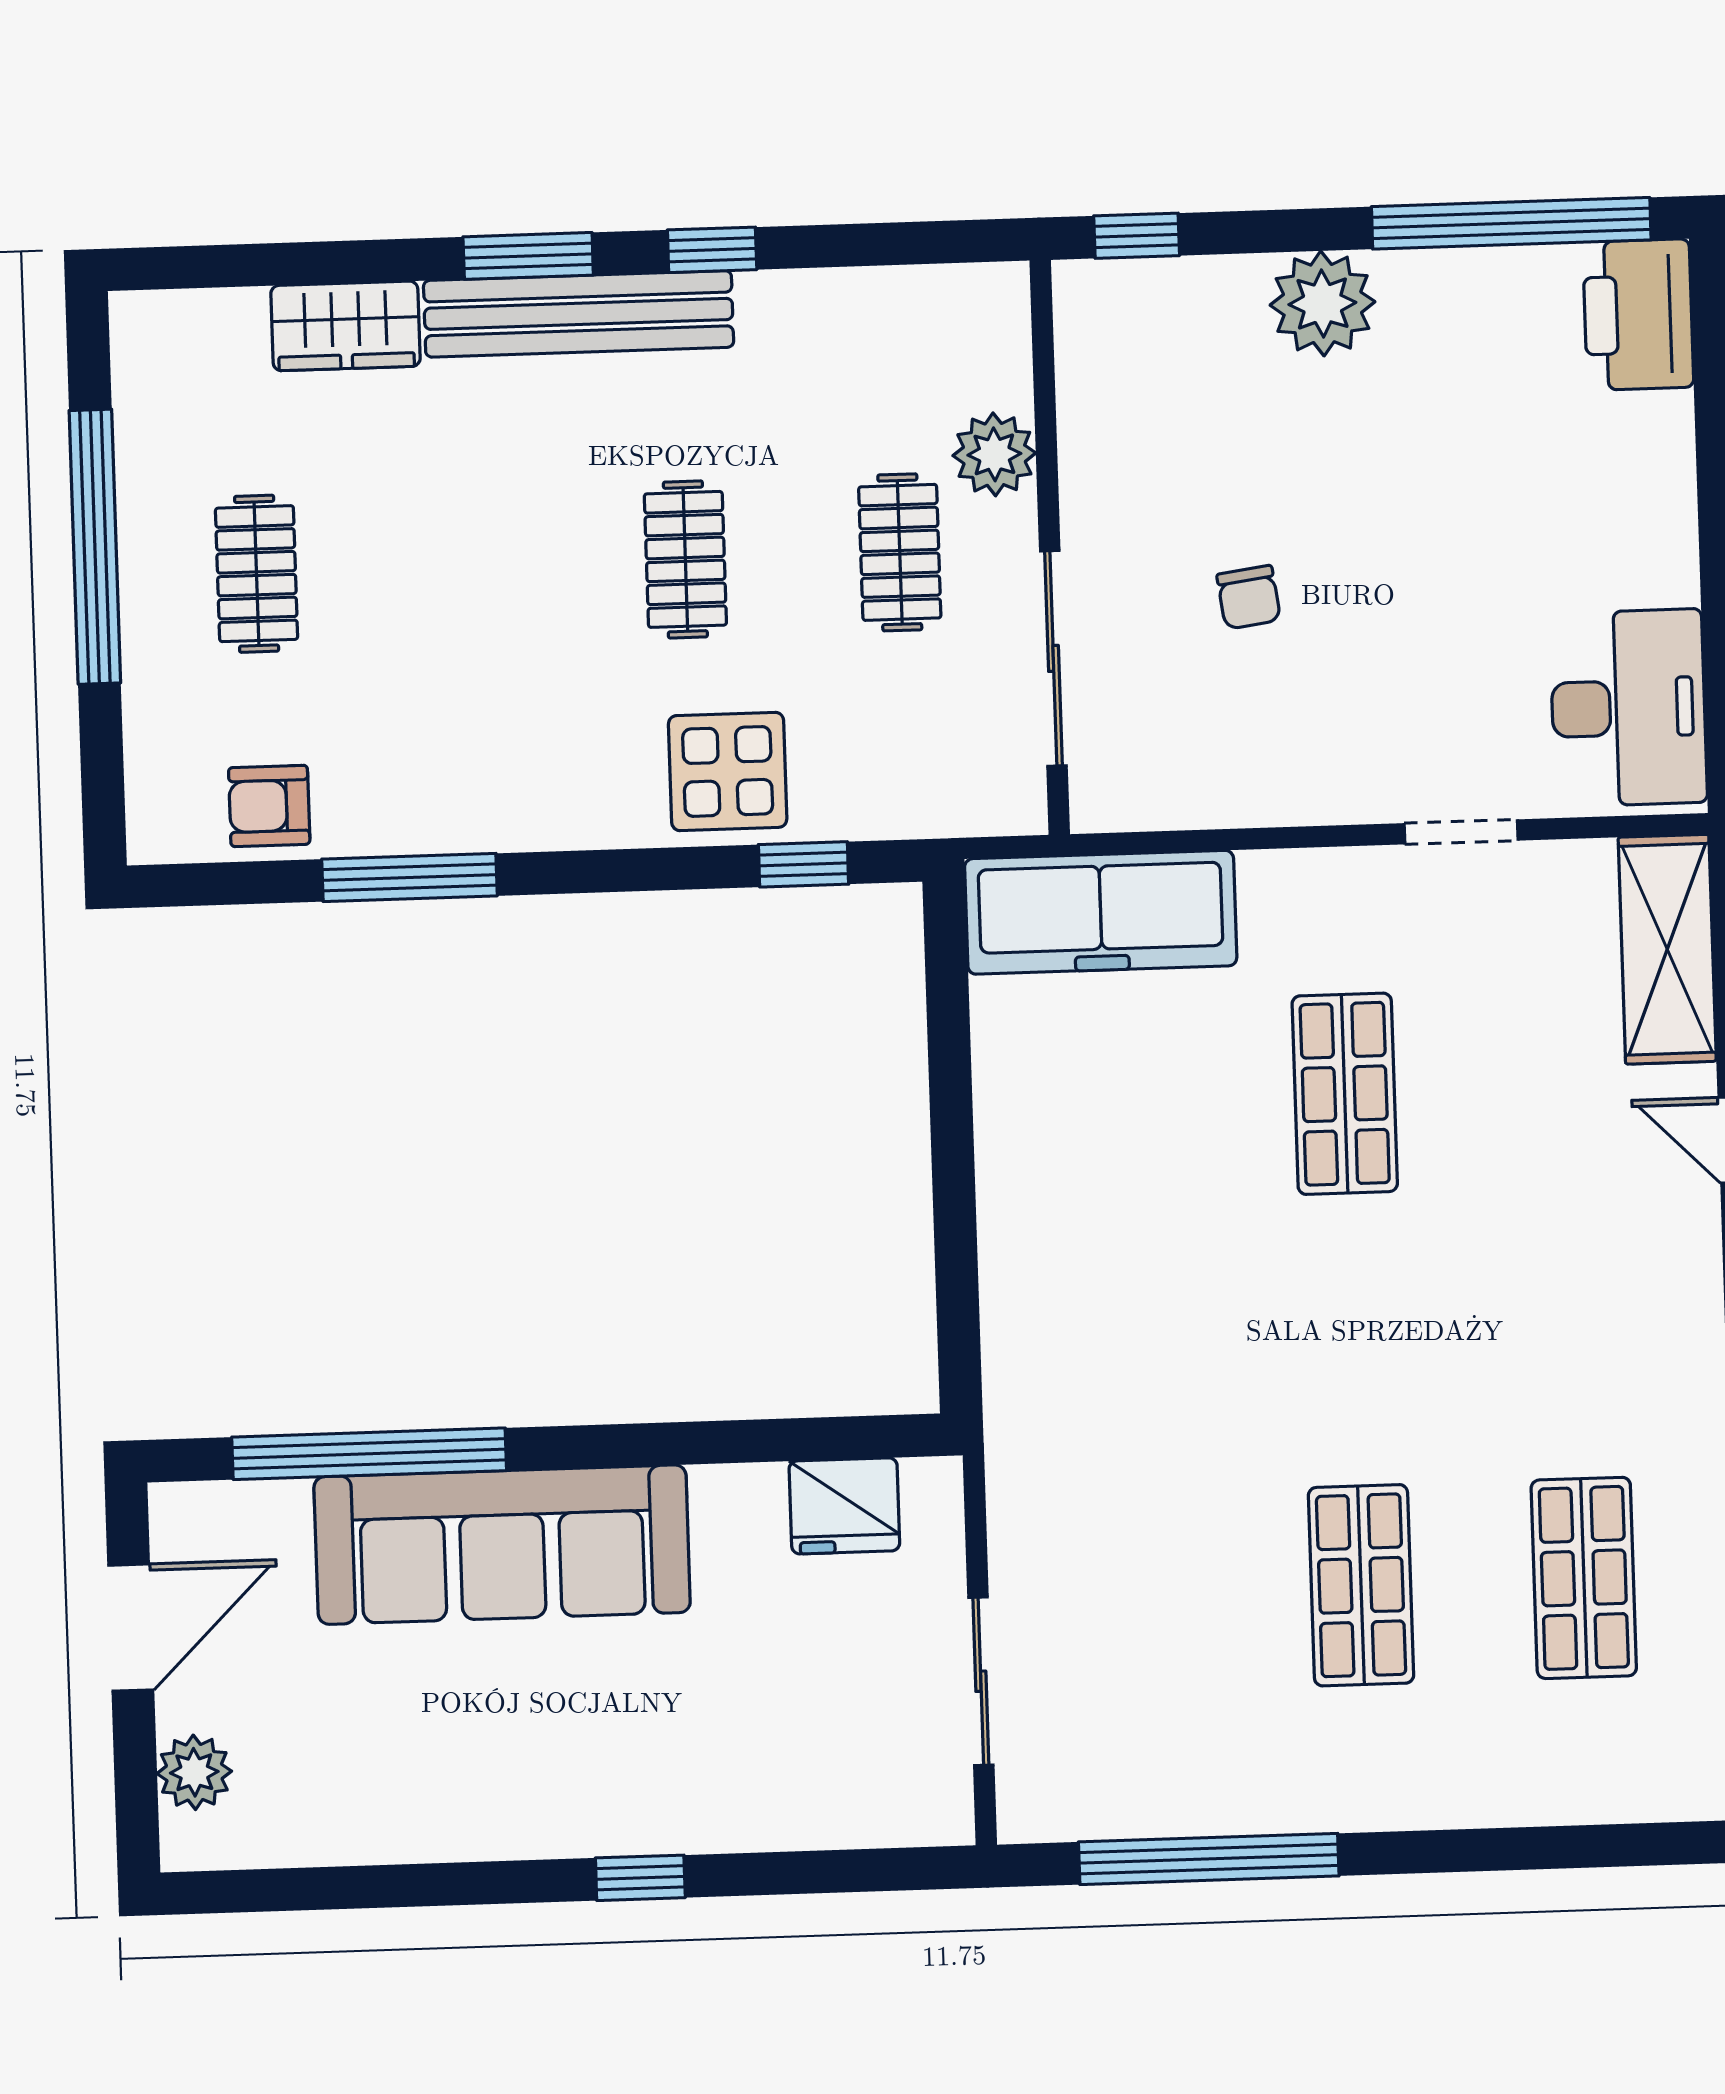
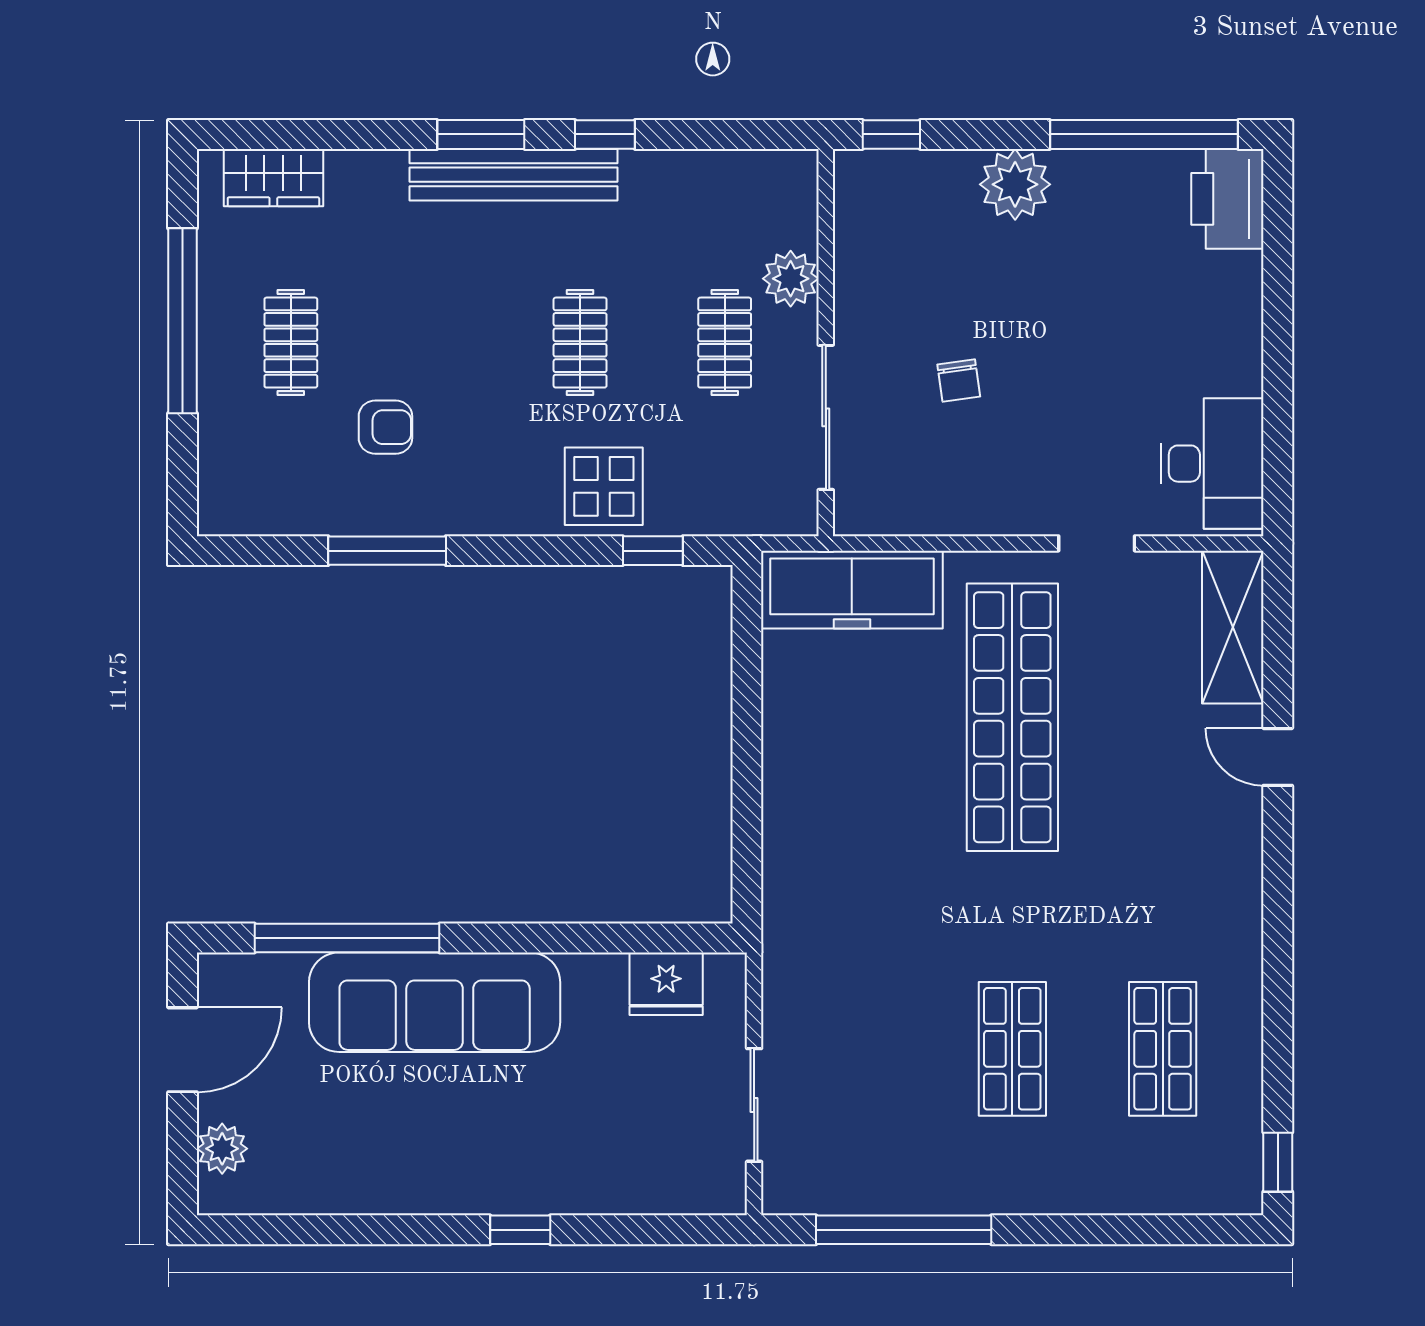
wardrobe: (346, 326) -> (273, 178), moved
armchair: (269, 806) -> (385, 427), moved, turned 180
shop shelf: (1345, 1094) -> (1012, 717), width x2.00, depth x1.36

